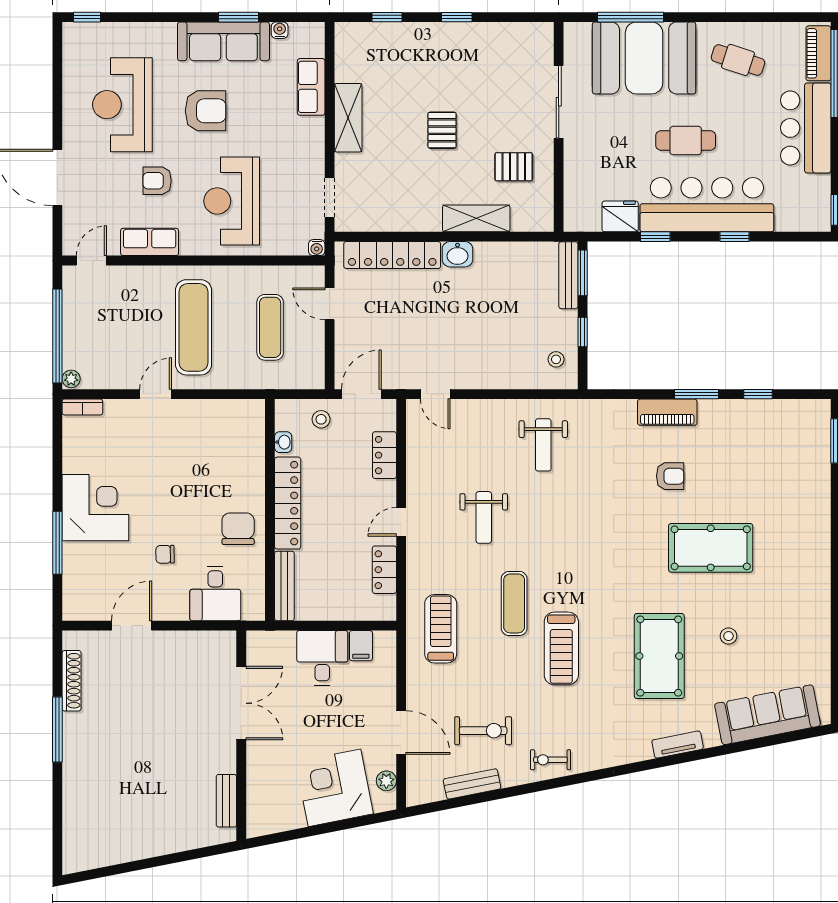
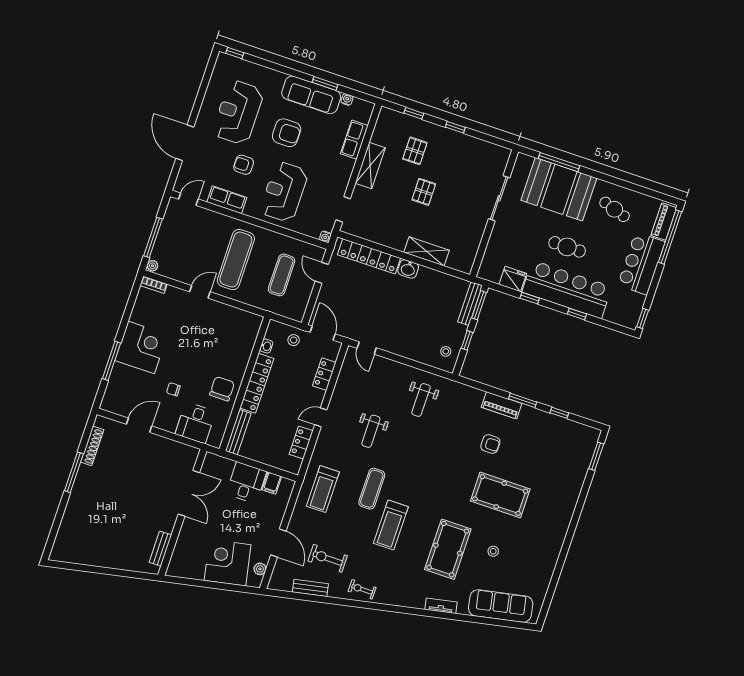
pallet: (514, 167) -> (415, 151), moved, turned 90
window: (57, 336) -> (153, 237), width x0.68
door: (361, 394) -> (323, 333), hinge flipped
treadmill: (441, 629) -> (323, 489), turned 180
exercise bike: (483, 731) -> (328, 558), turned 180

